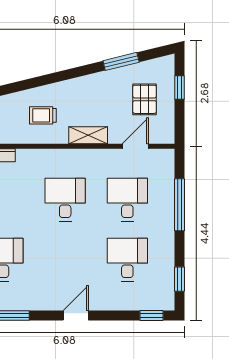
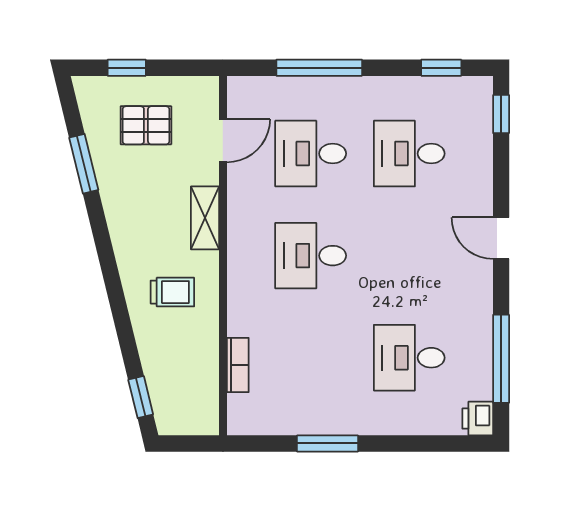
trolley: (43, 115) -> (172, 292), turned -90
door: (135, 146) -> (223, 141), swing flipped

